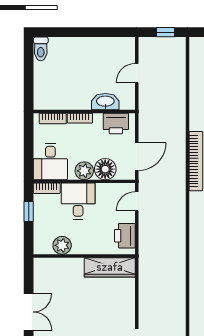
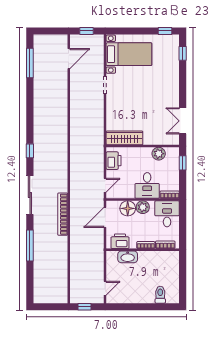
toilet: (41, 49) -> (160, 295), moved
door: (137, 73) -> (105, 288), moved
window: (29, 211) -> (183, 163), moved
double door: (29, 312) -> (183, 121), moved

